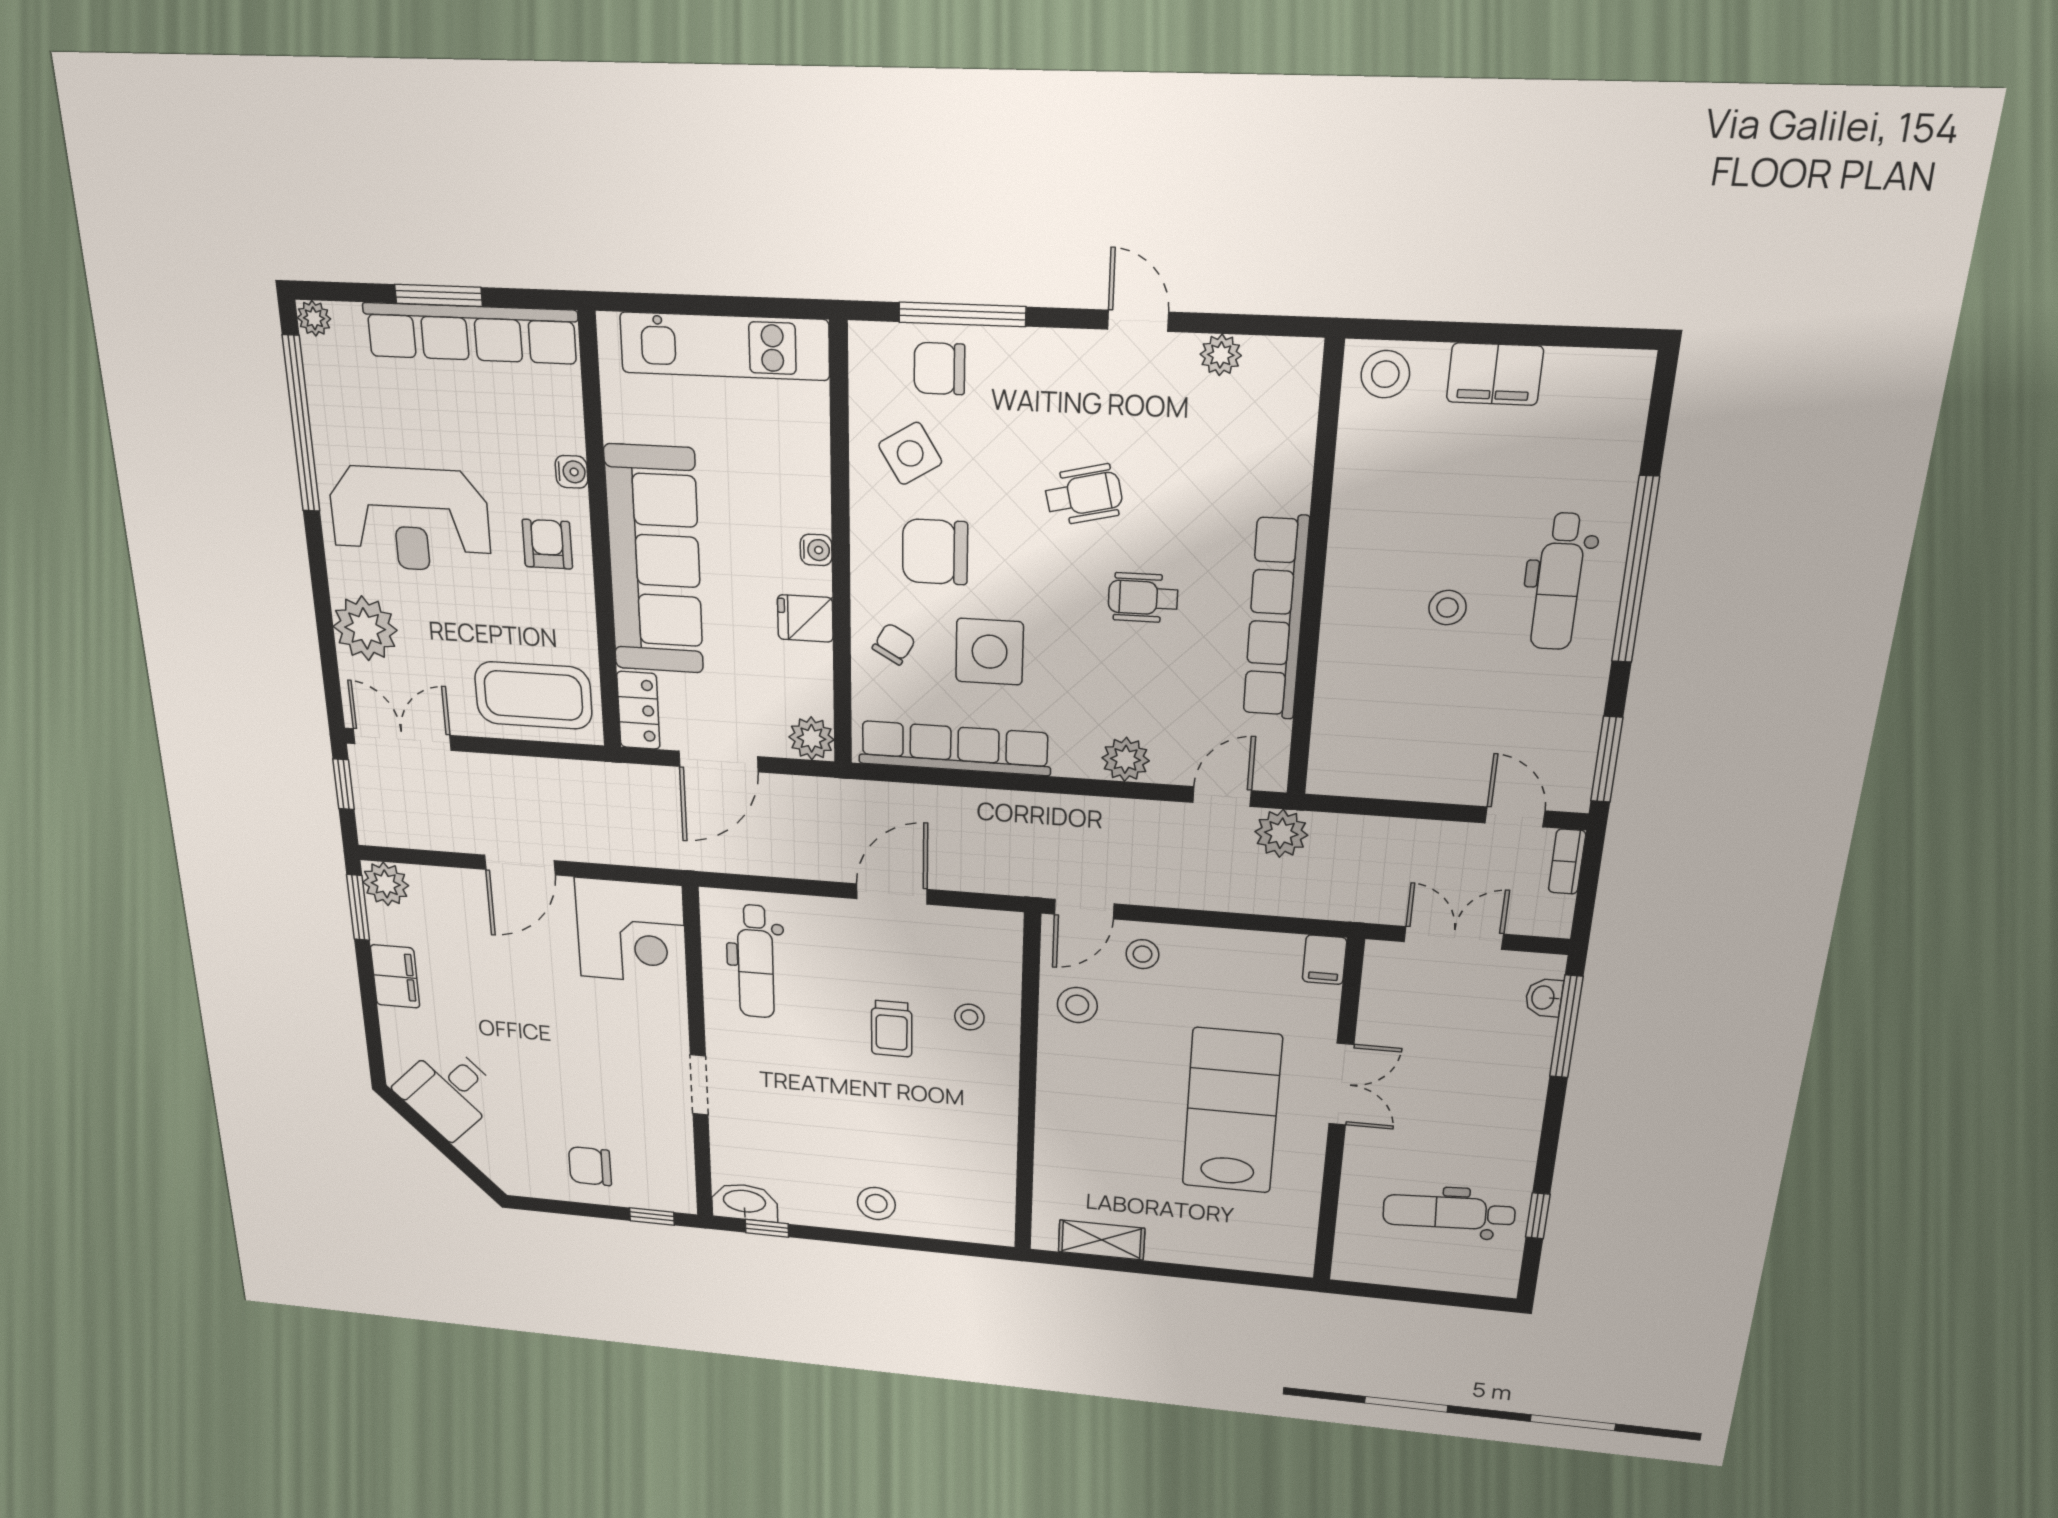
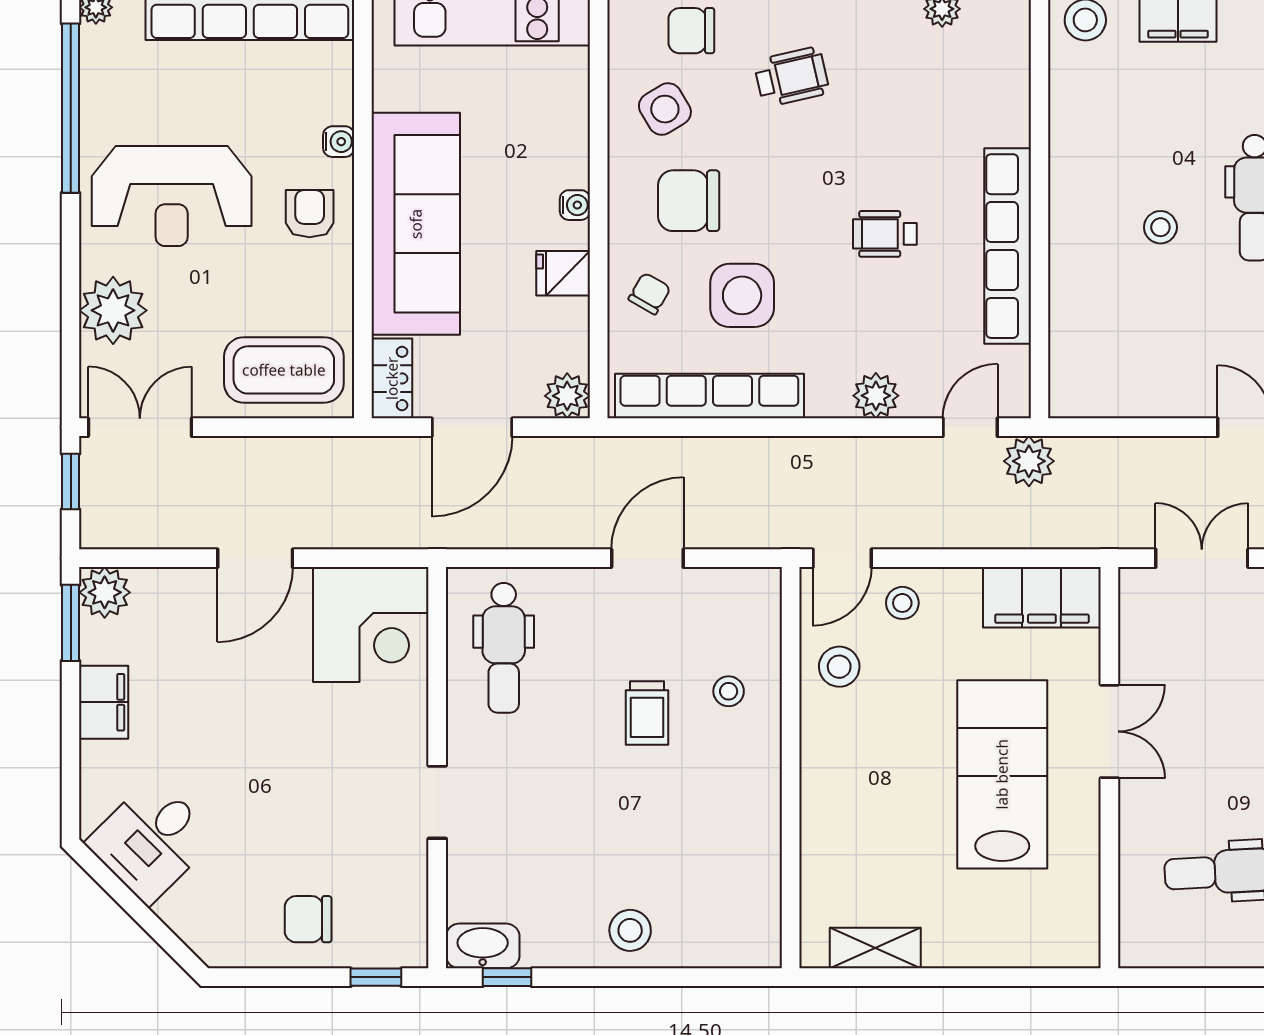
wheelchair: (1084, 495) -> (792, 77), moved
filing cabinet: (1325, 960) -> (1042, 597), width x3.00, depth x1.17

